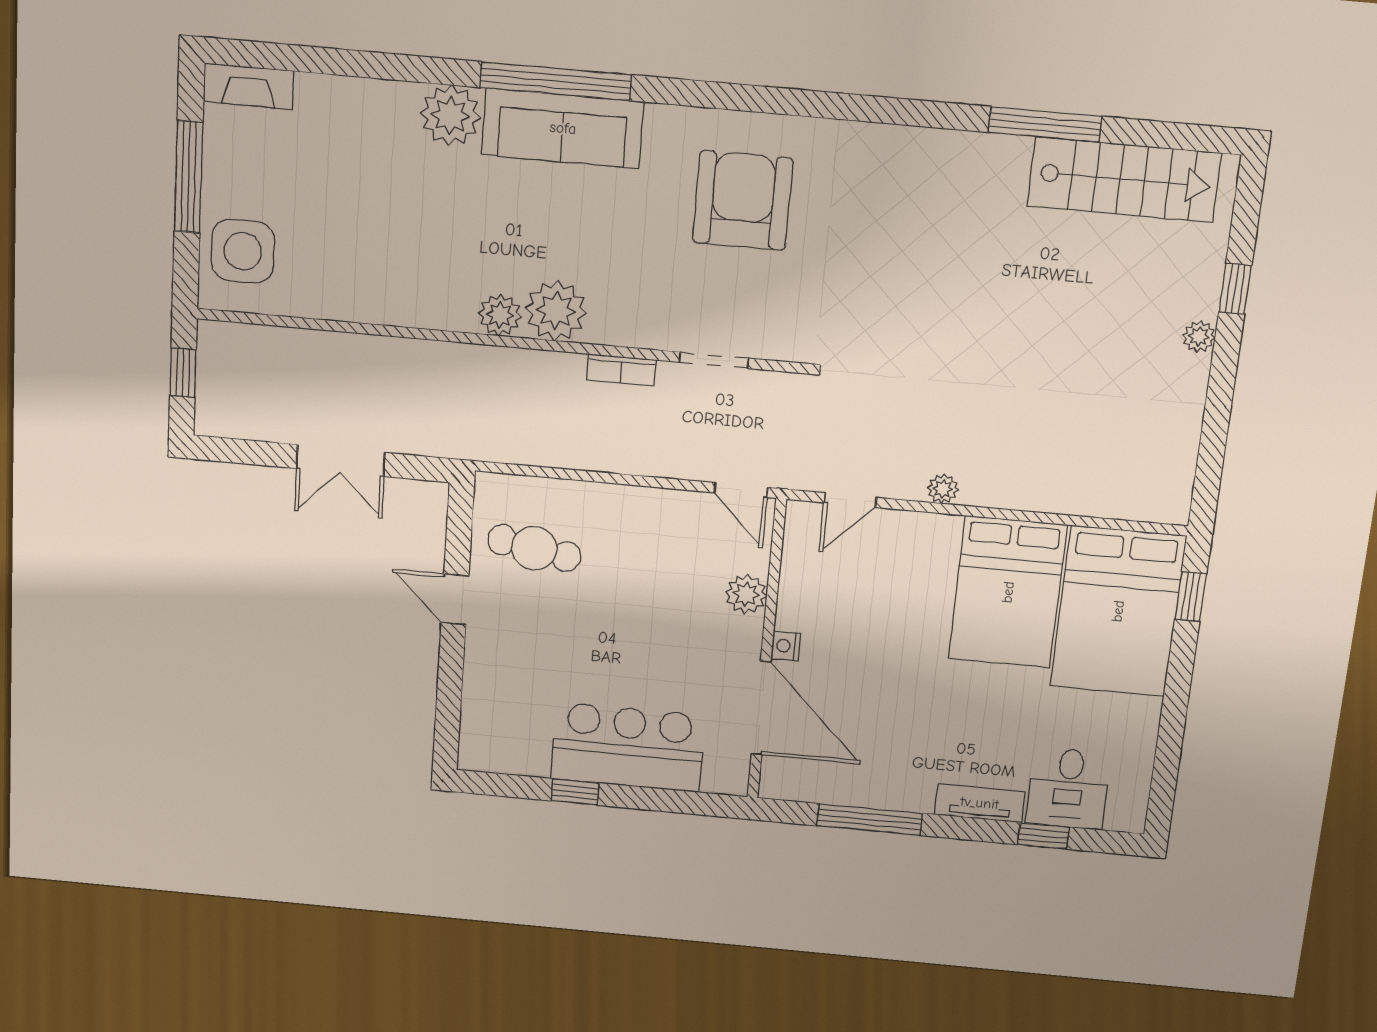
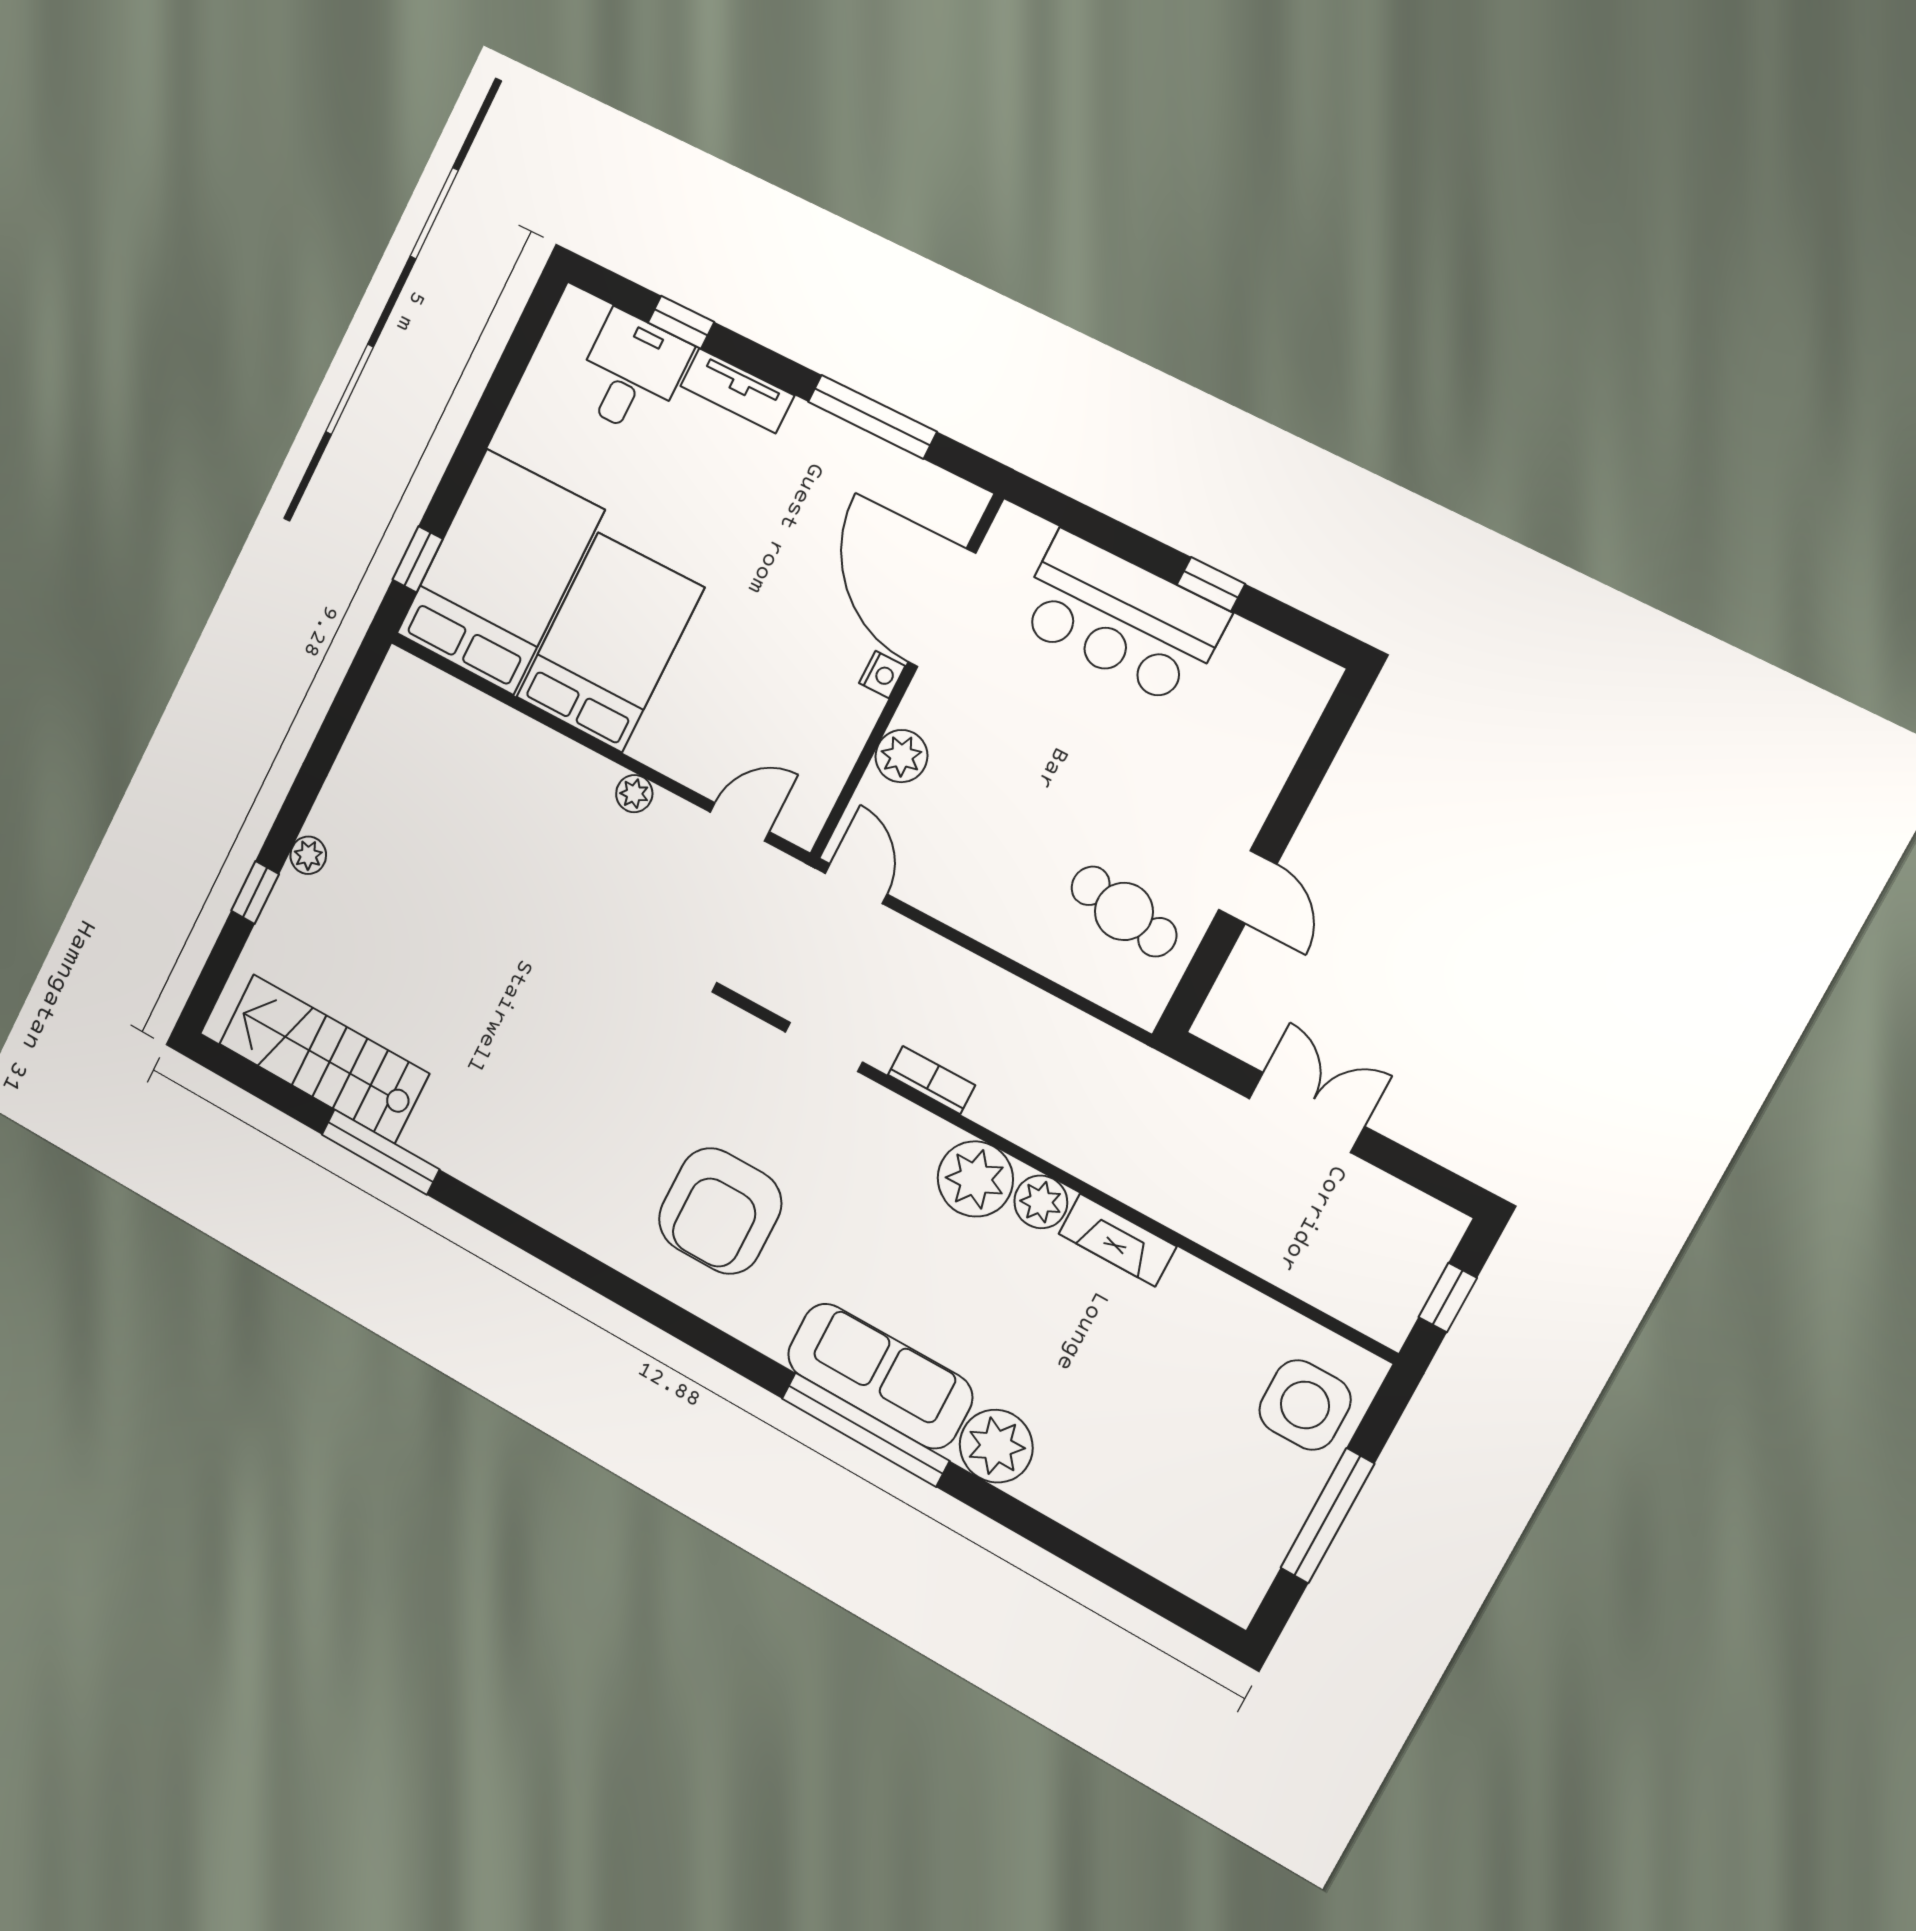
fireplace: (248, 86) -> (1118, 1240), moved, turned 180

